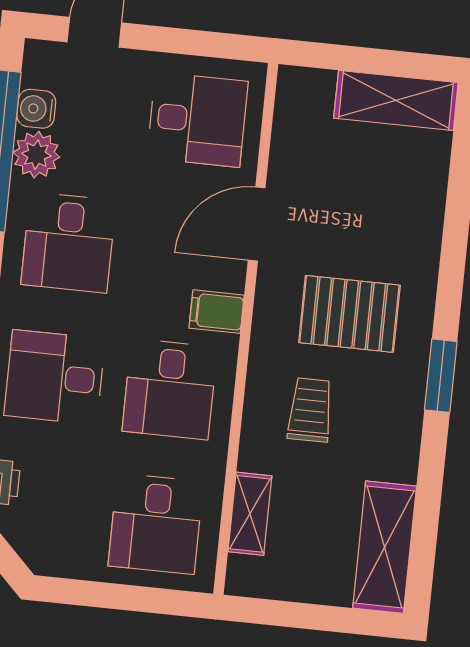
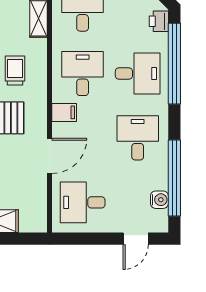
plant: (36, 155) -> (157, 178), removed
trolley: (310, 410) -> (15, 71), turned 180

